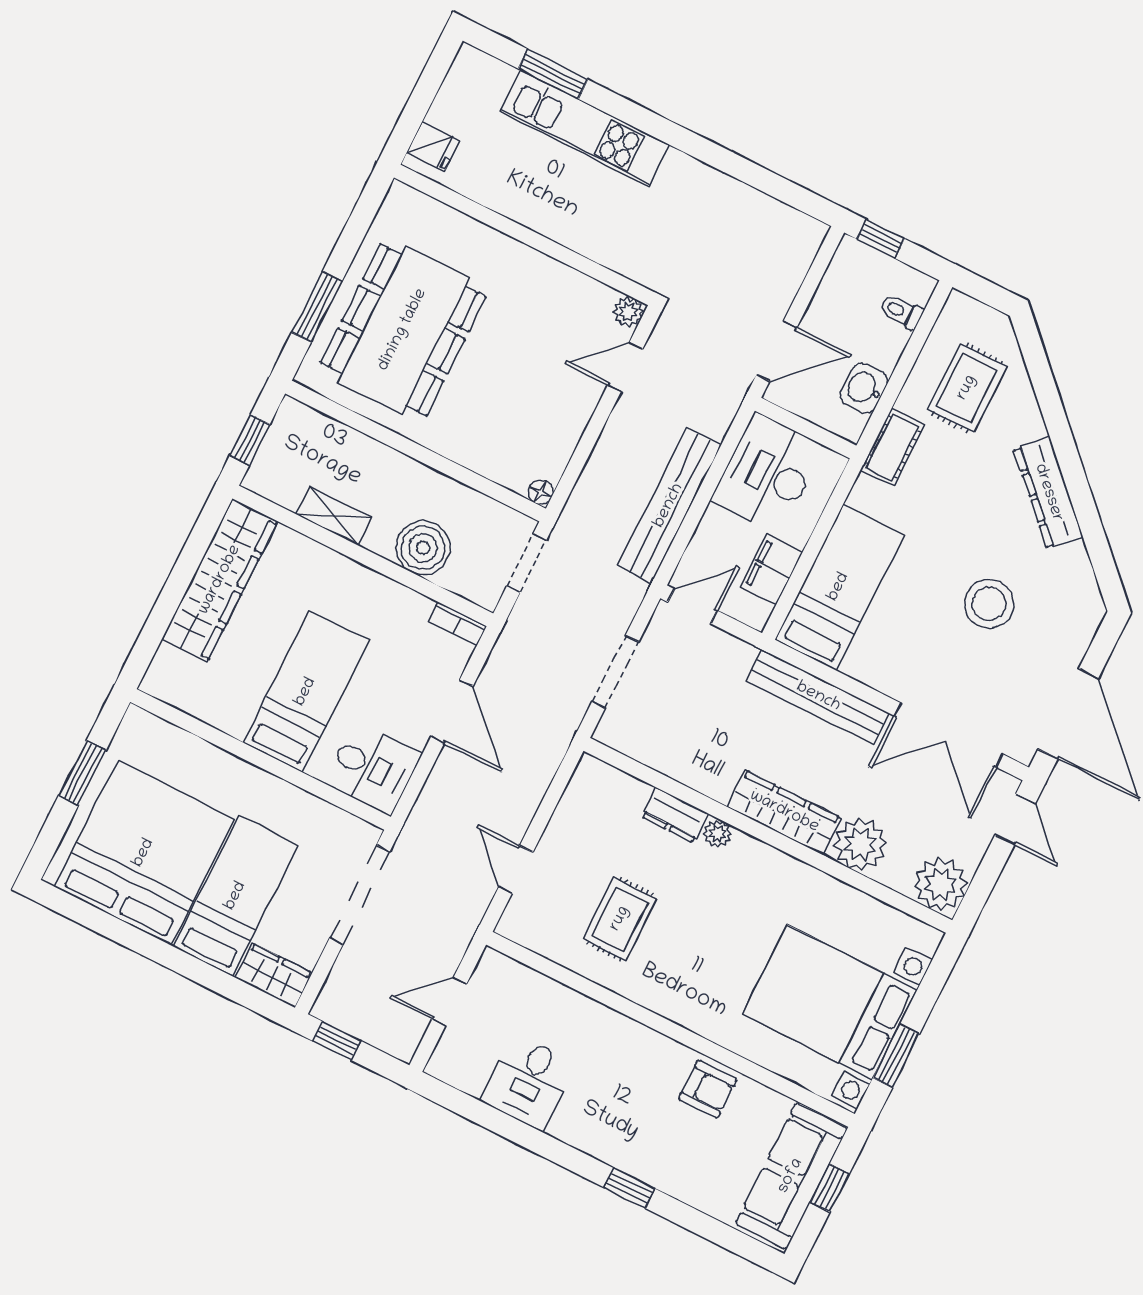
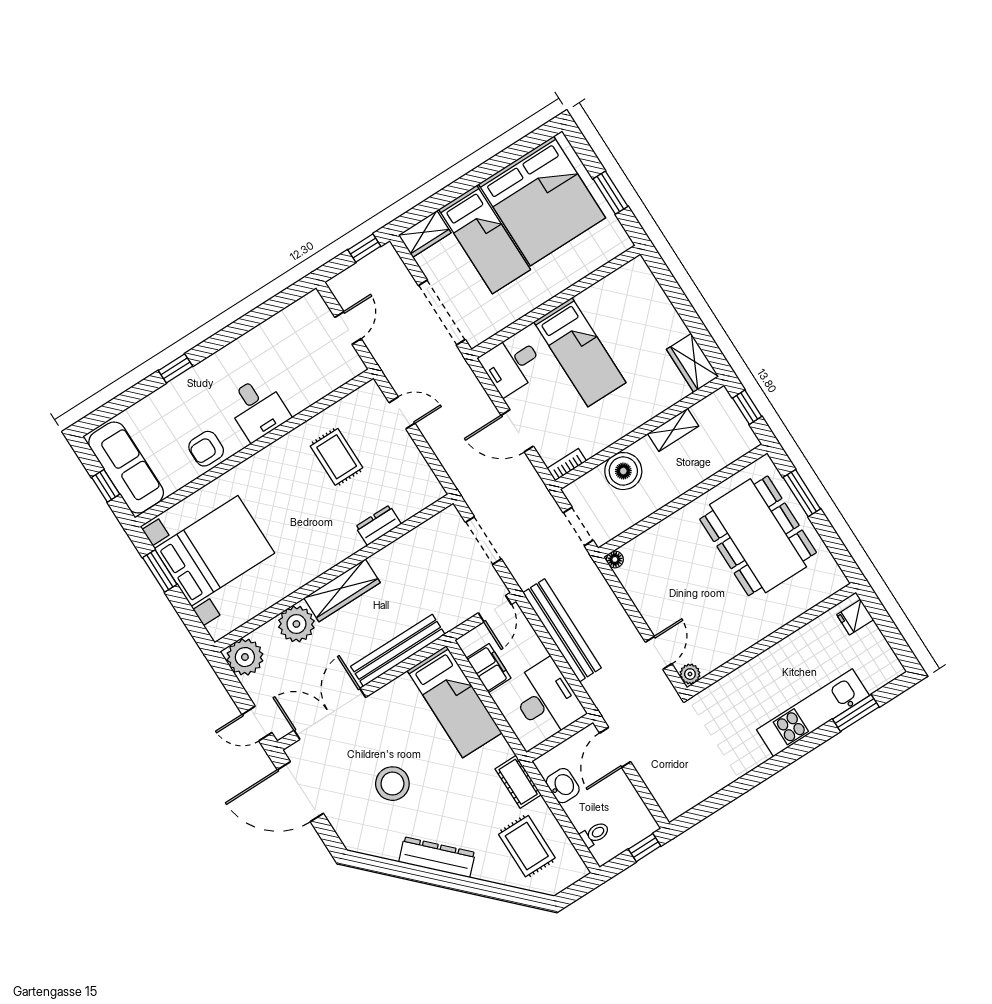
wardrobe: (220, 580) -> (693, 363), width x0.48, depth x0.85
plant: (717, 834) -> (353, 544), removed
desk: (528, 1082) -> (258, 408), moved, turned 180

